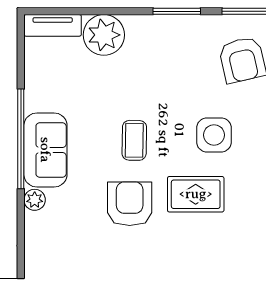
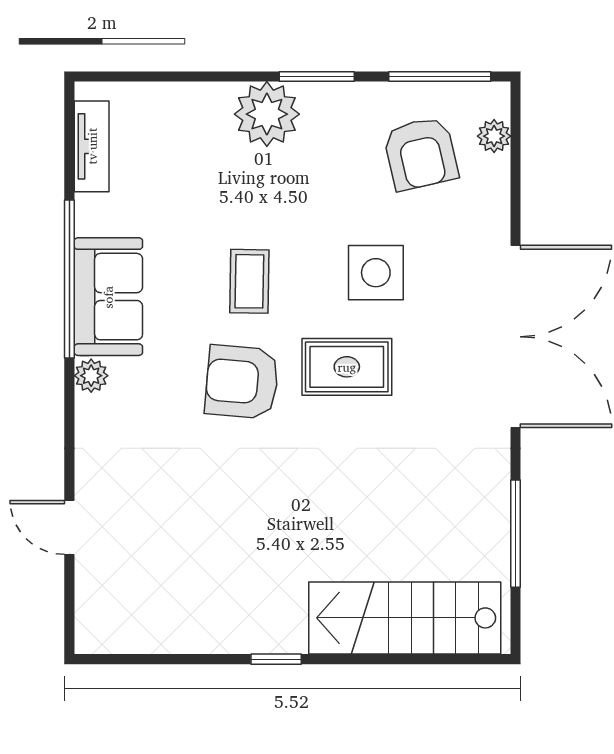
tv unit: (53, 25) -> (92, 146), moved, turned -90
plant: (104, 35) -> (267, 114), moved
armchair: (130, 204) -> (242, 382), turned -85

